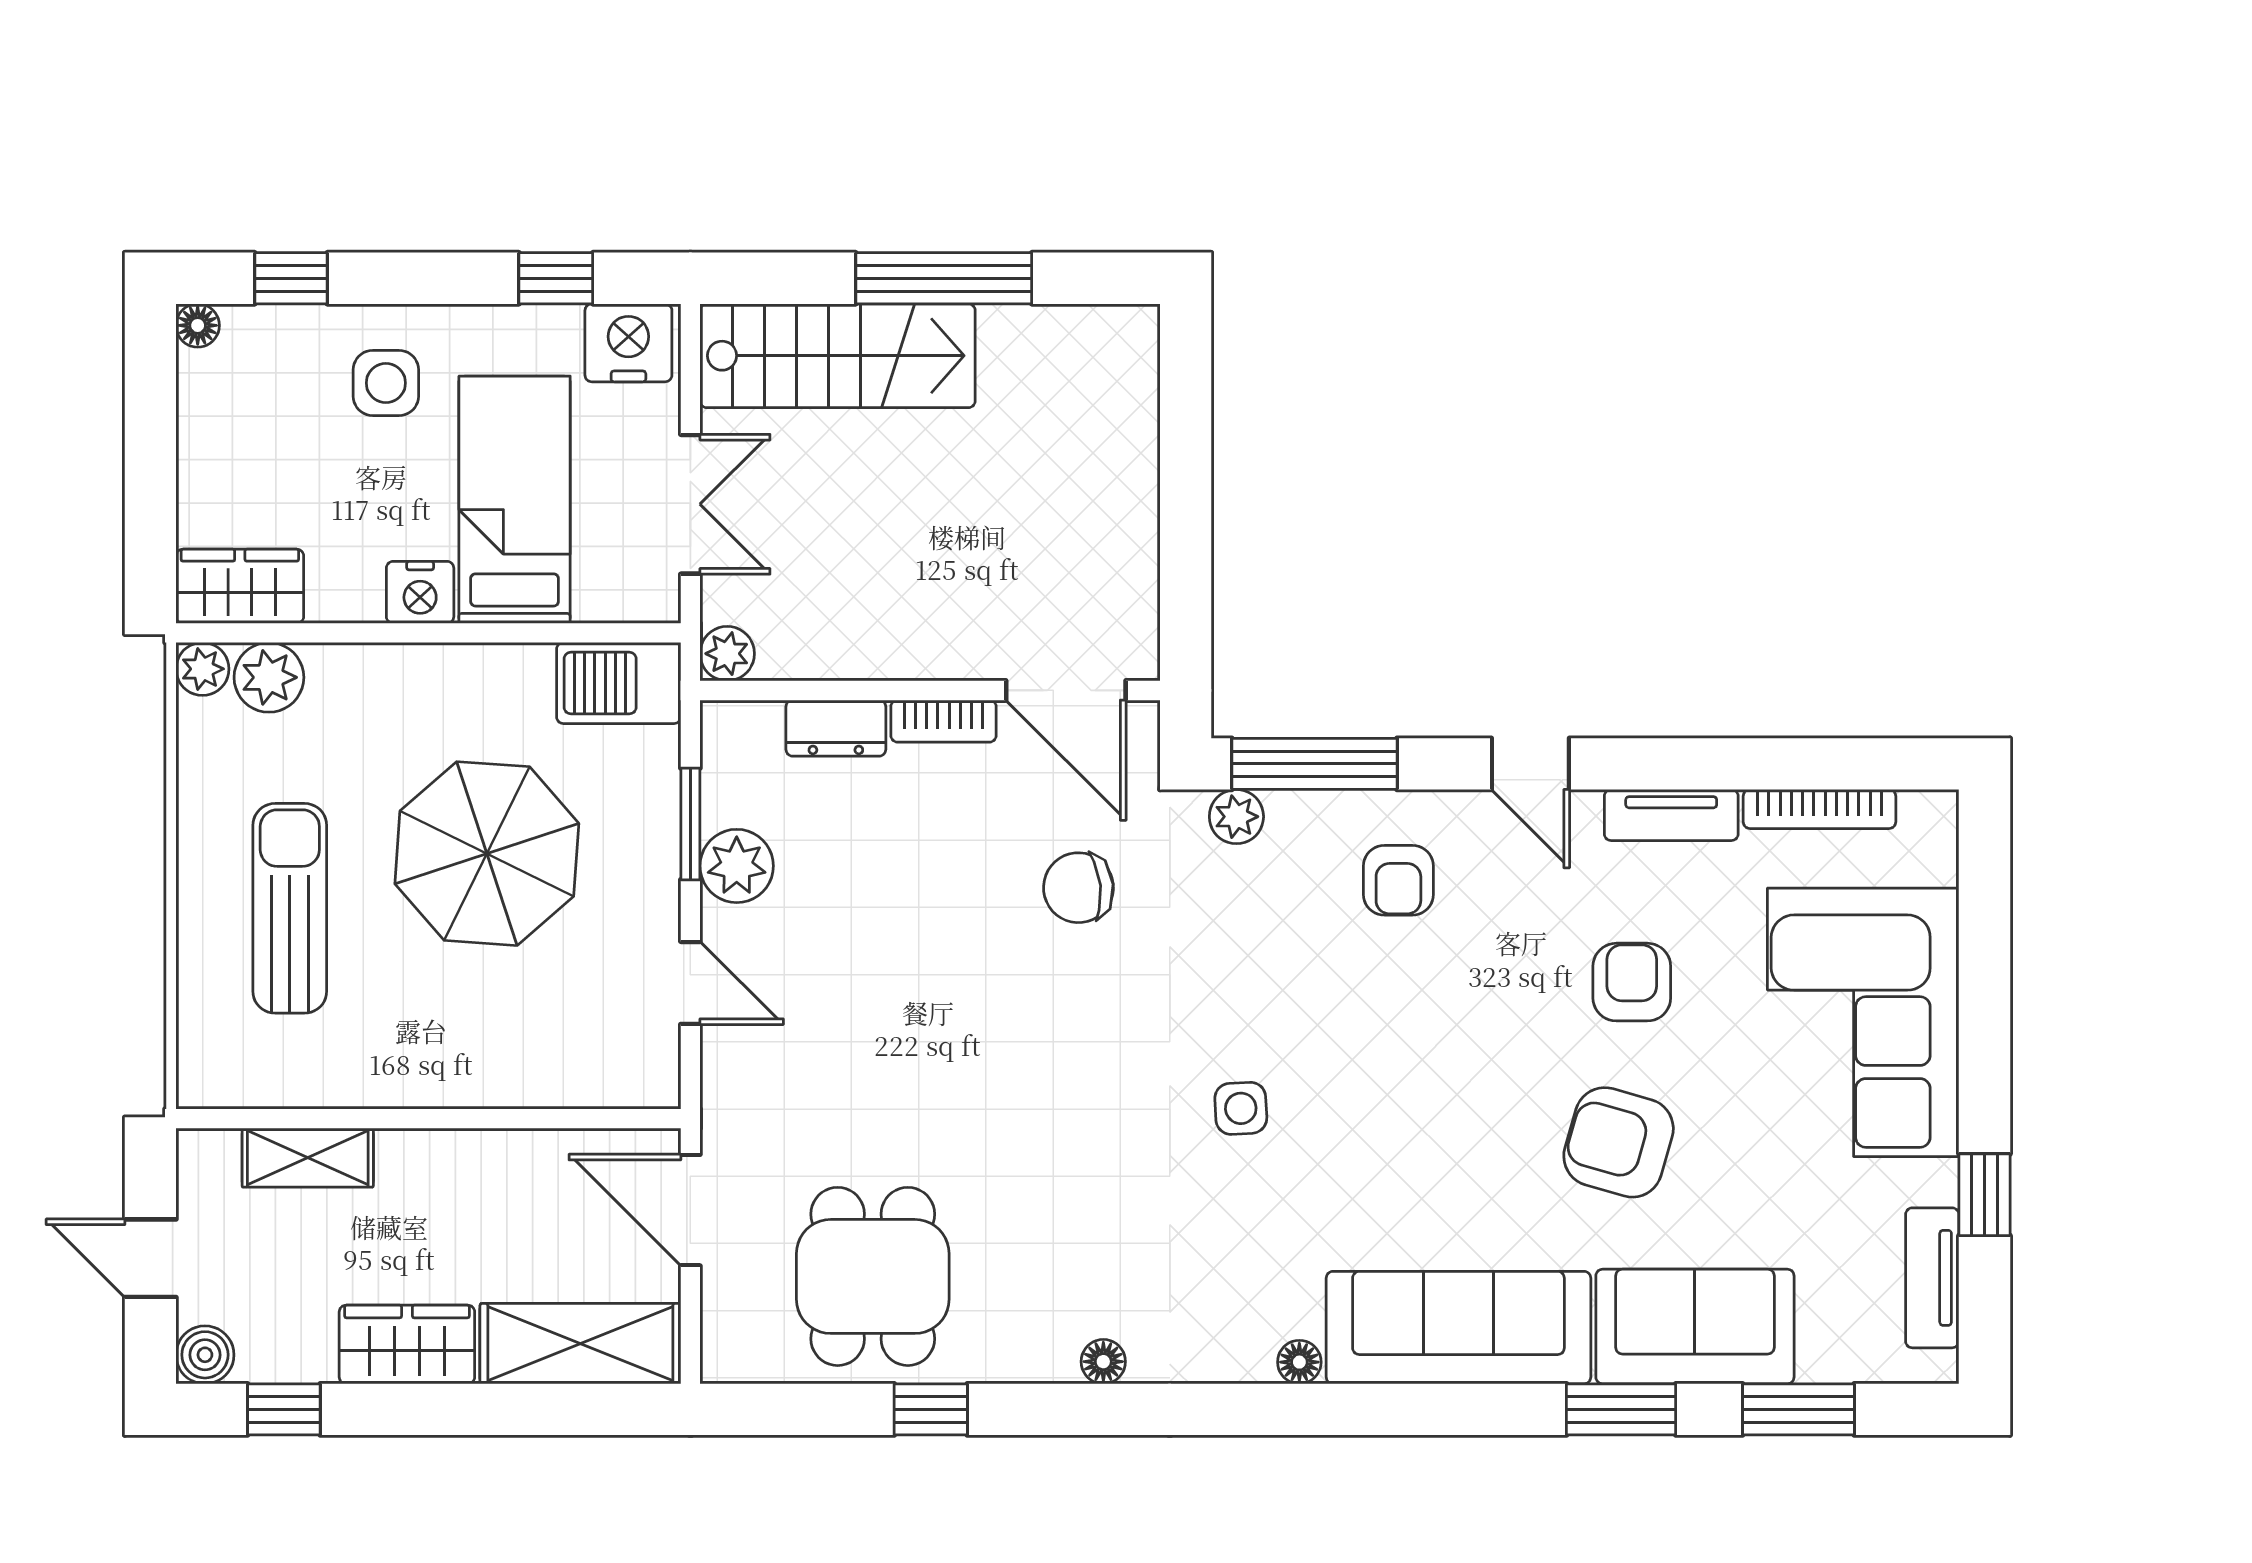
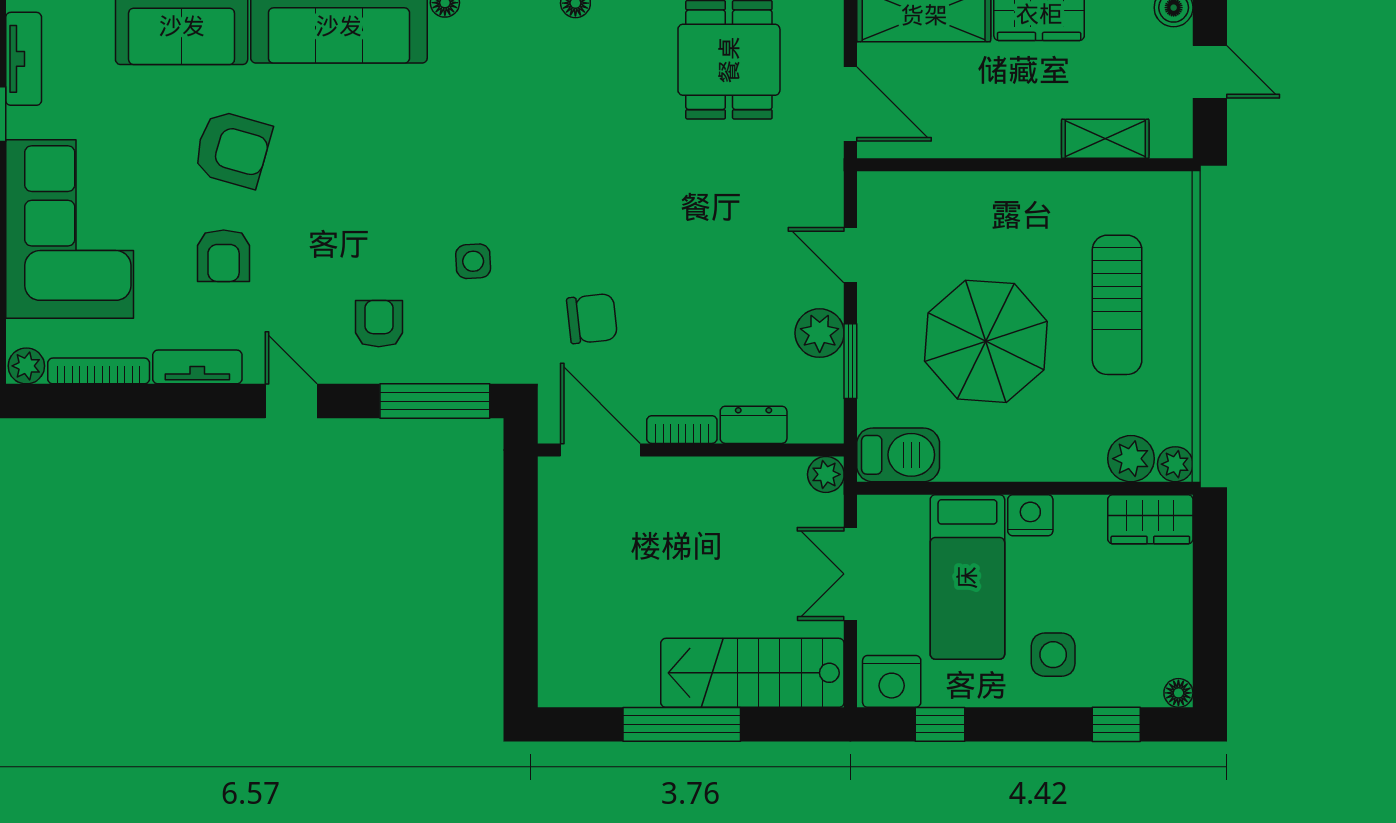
plant: (1236, 817) -> (26, 366), moved
side table: (1241, 1108) -> (473, 261), moved

